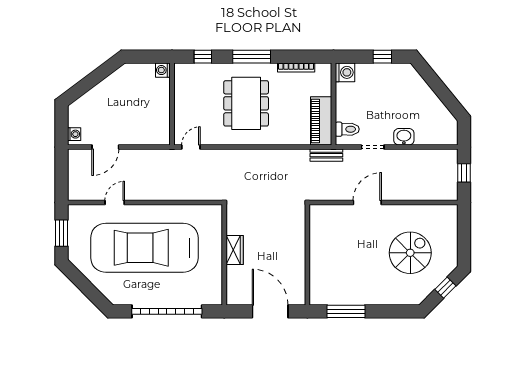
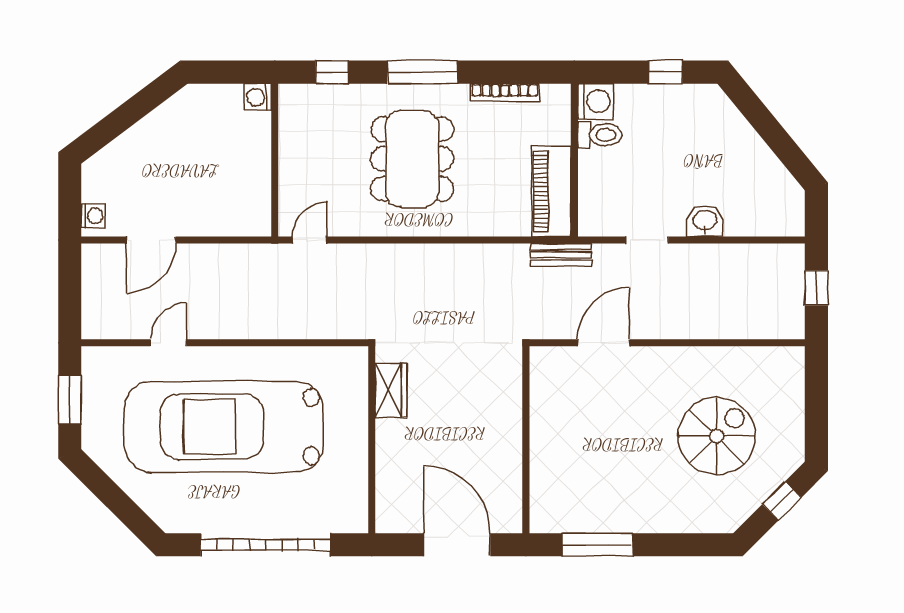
toilet: (347, 129) -> (600, 135), moved
door: (367, 202) -> (603, 343), moved
wardrobe: (235, 250) -> (391, 391), moved

